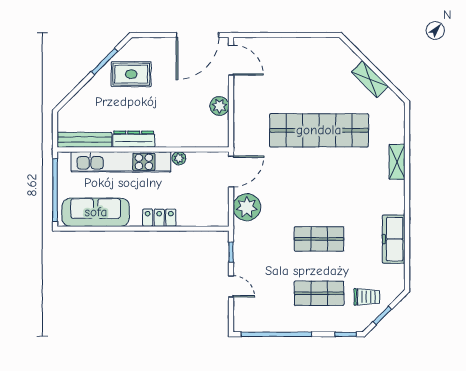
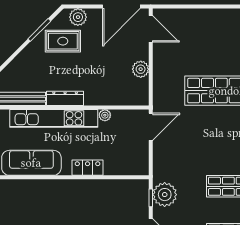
plant: (148, 47) -> (78, 17), added
plant: (247, 207) -> (165, 195), moved

